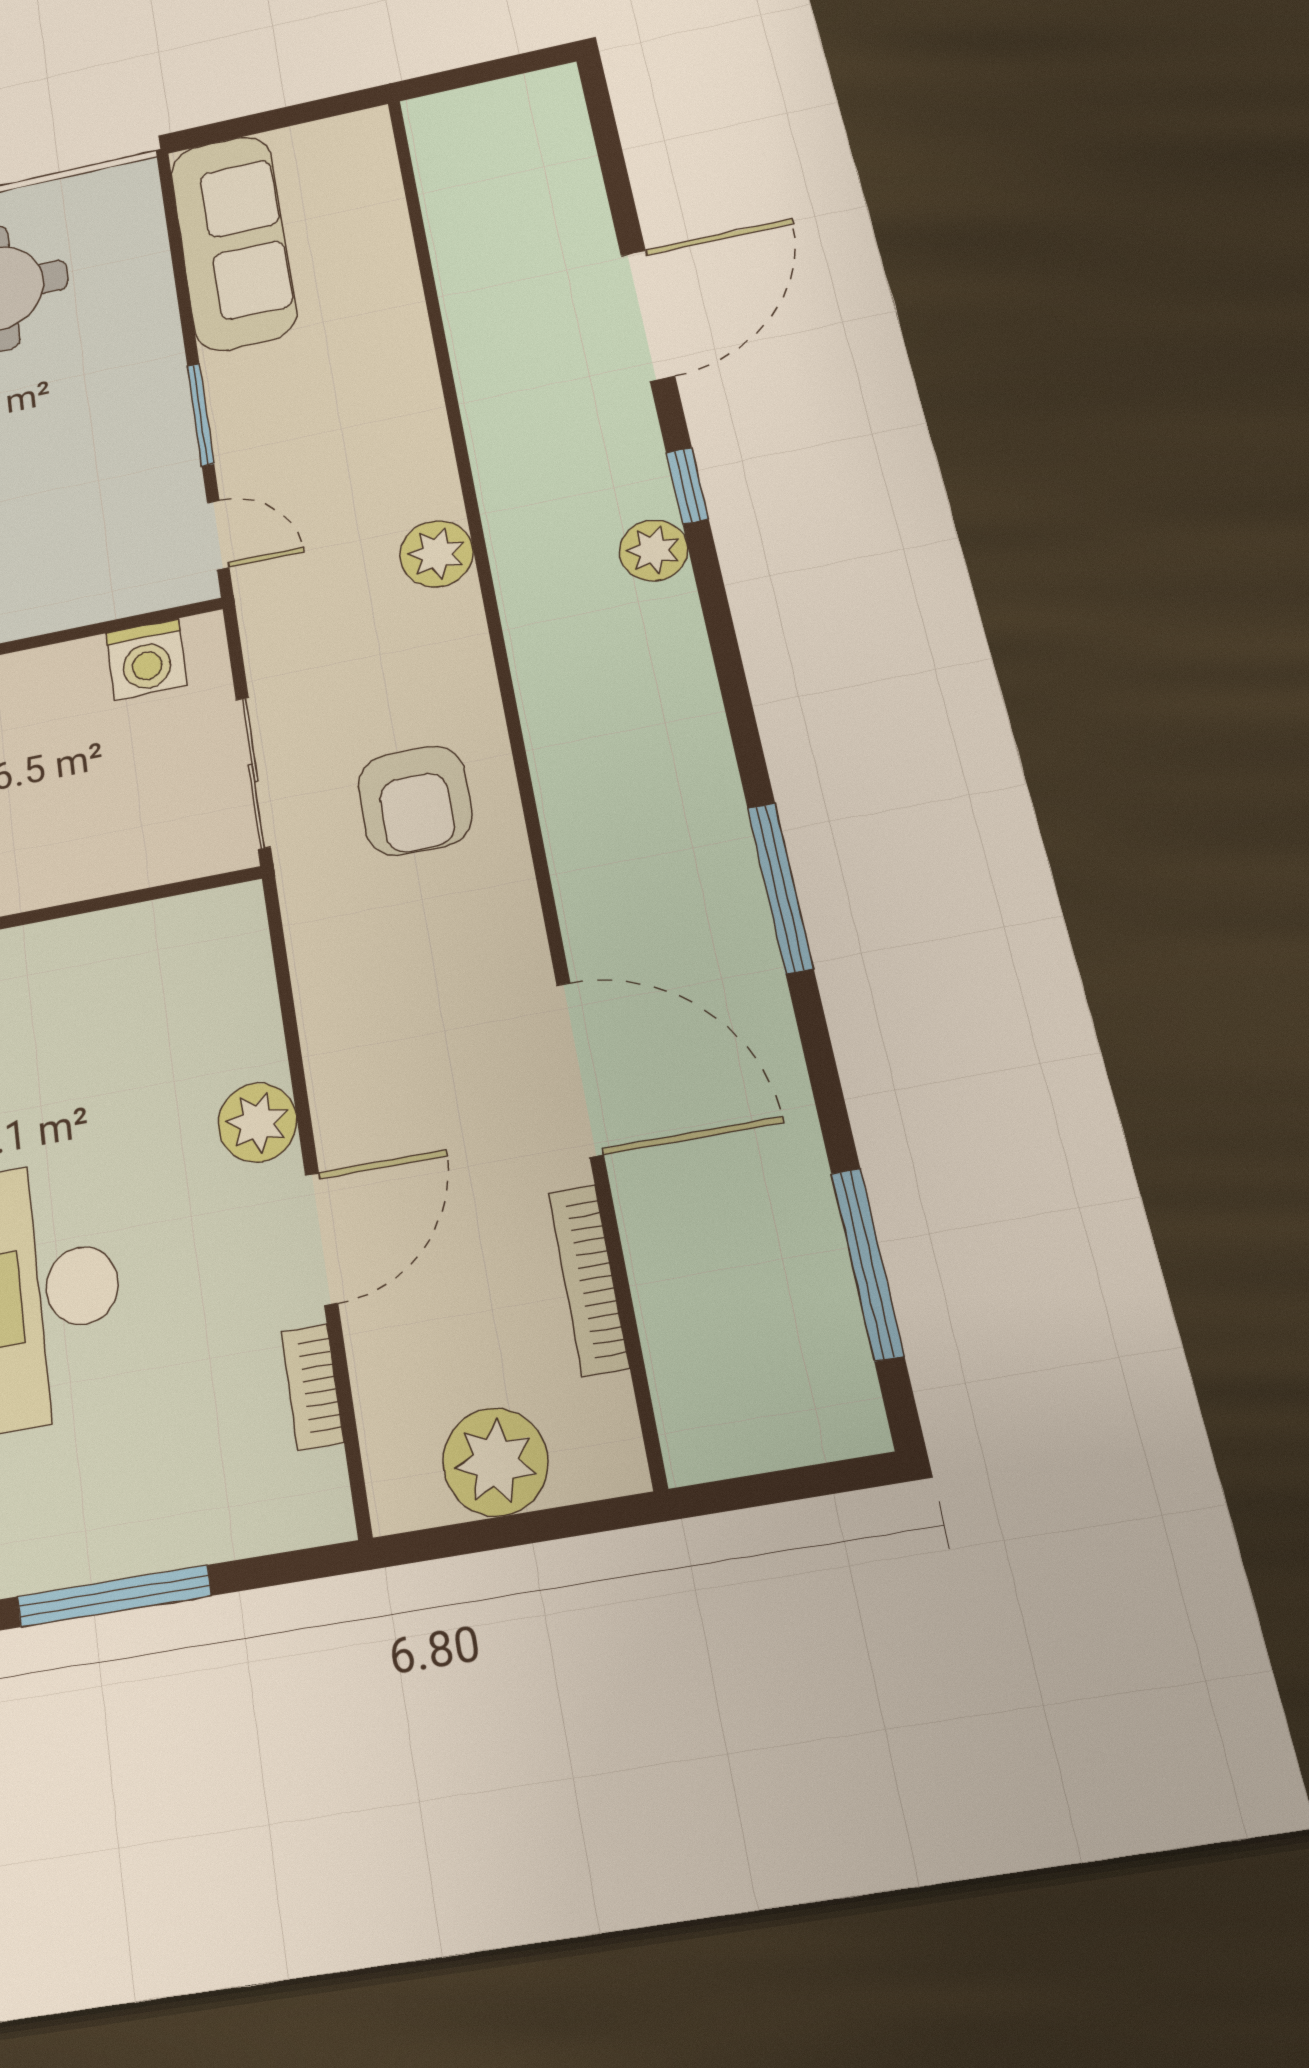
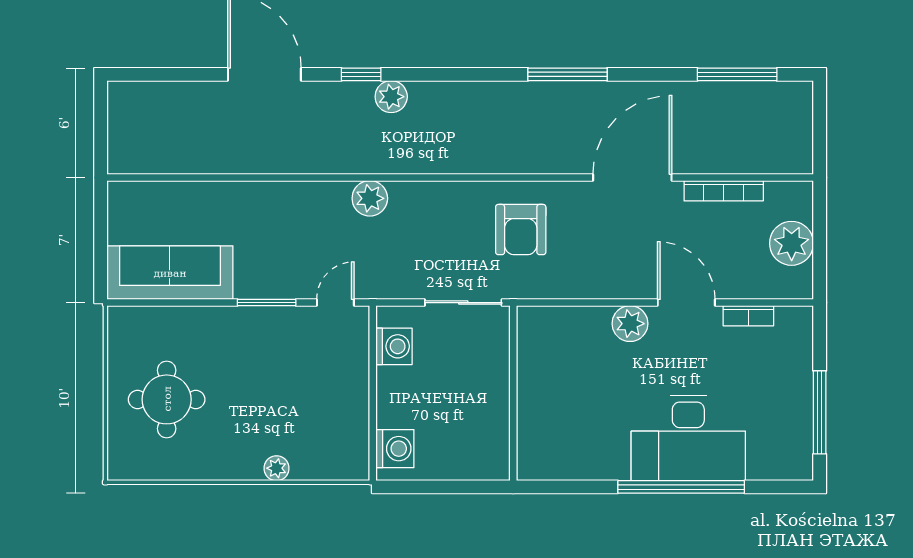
armchair: (415, 801) -> (521, 230), moved, turned 90

